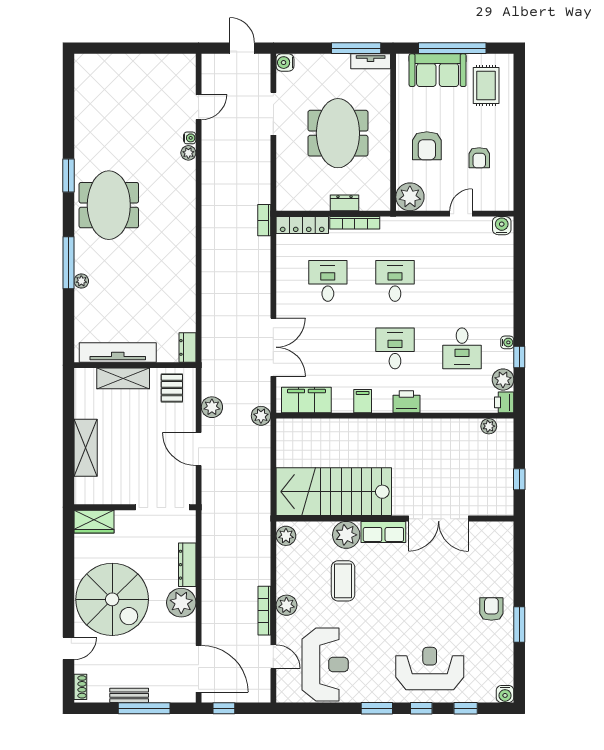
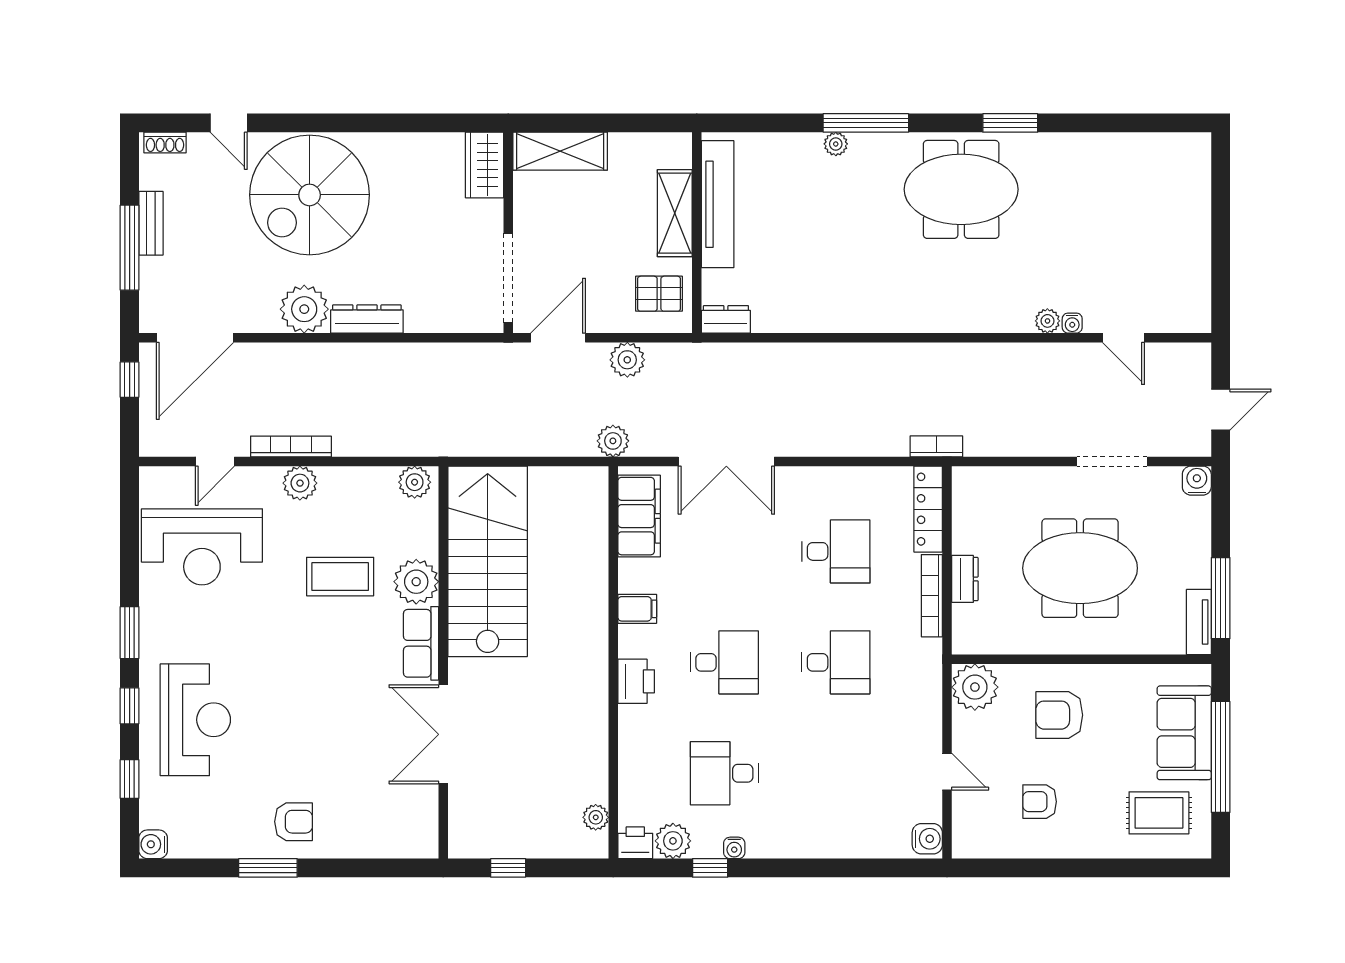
wall: (135, 507) -> (508, 233), moved
doorway: (162, 507) -> (508, 278), moved
wardrobe: (94, 522) -> (484, 165), moved

